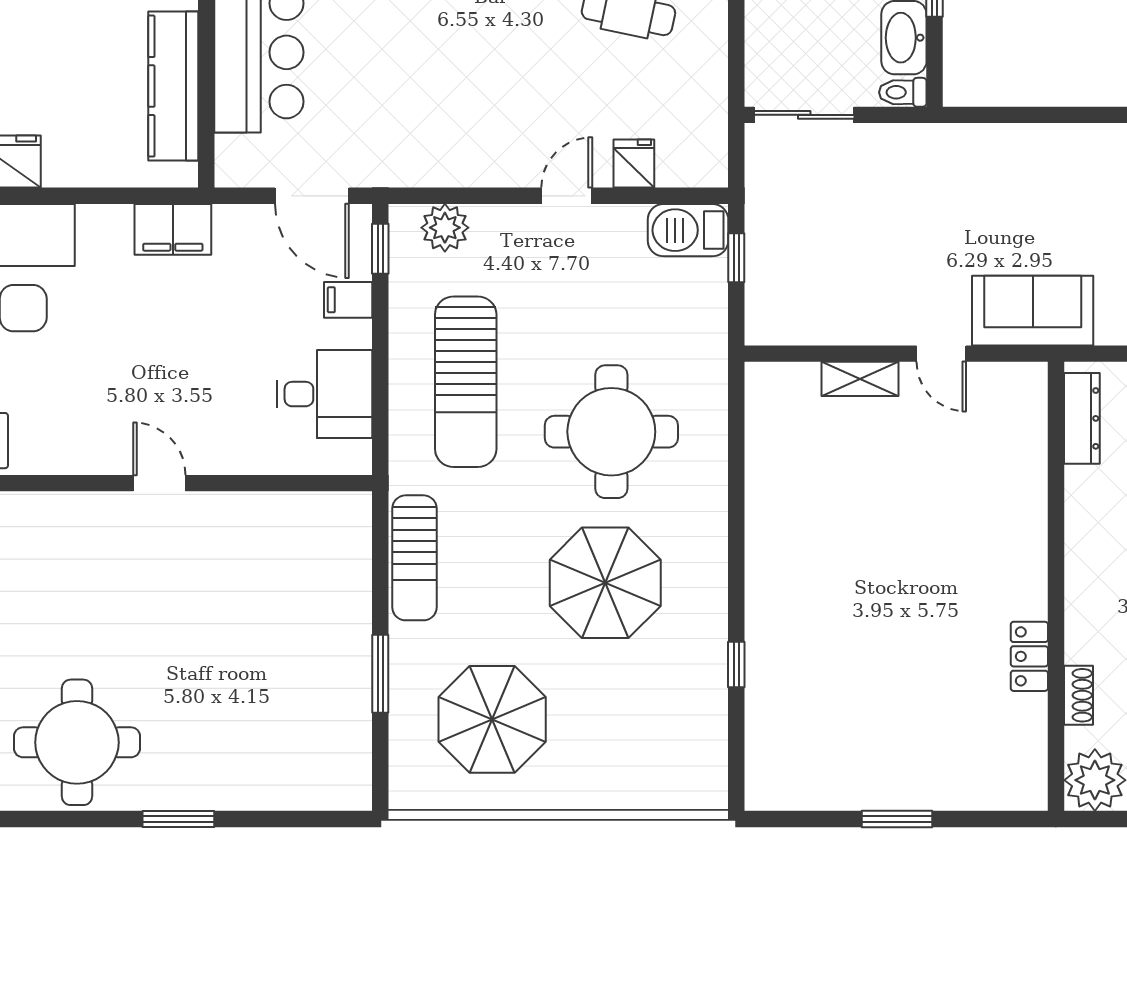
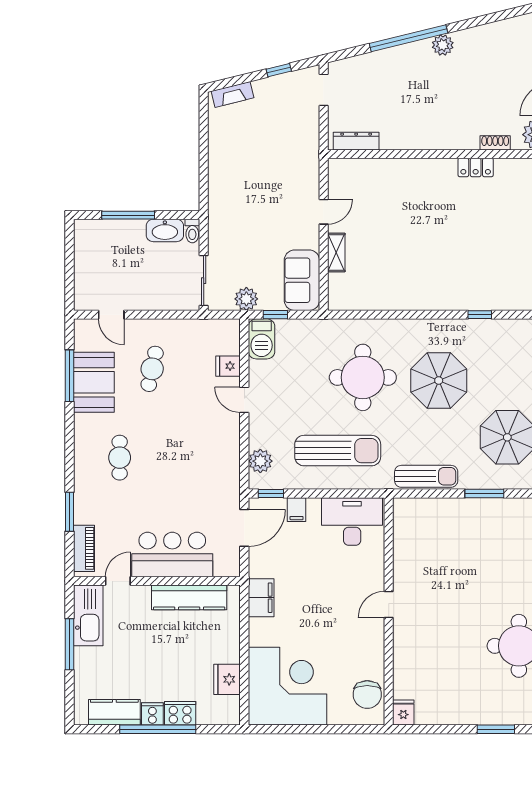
plant: (768, 200) -> (246, 299), added
sofa: (1033, 311) -> (302, 280), moved
desk: (325, 394) -> (352, 521), width x1.37

